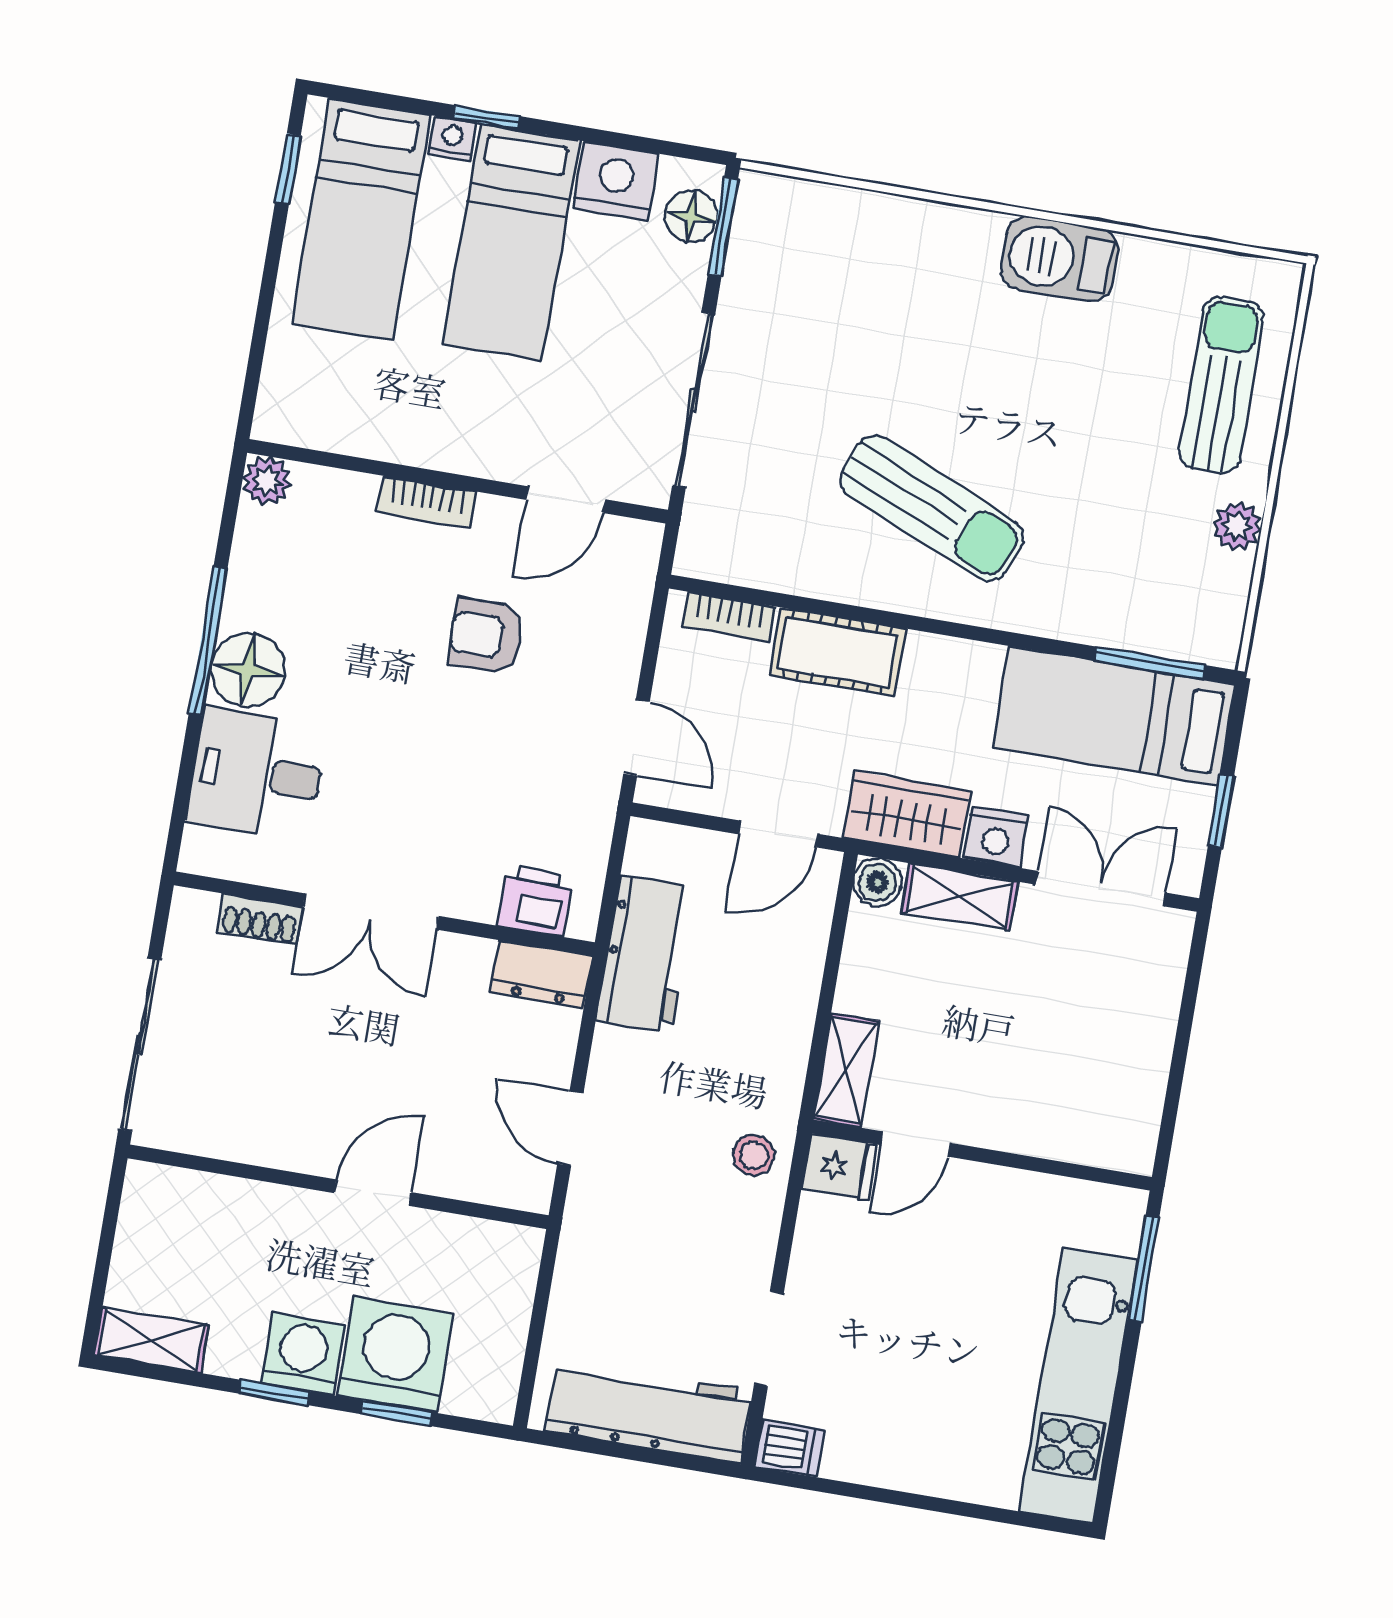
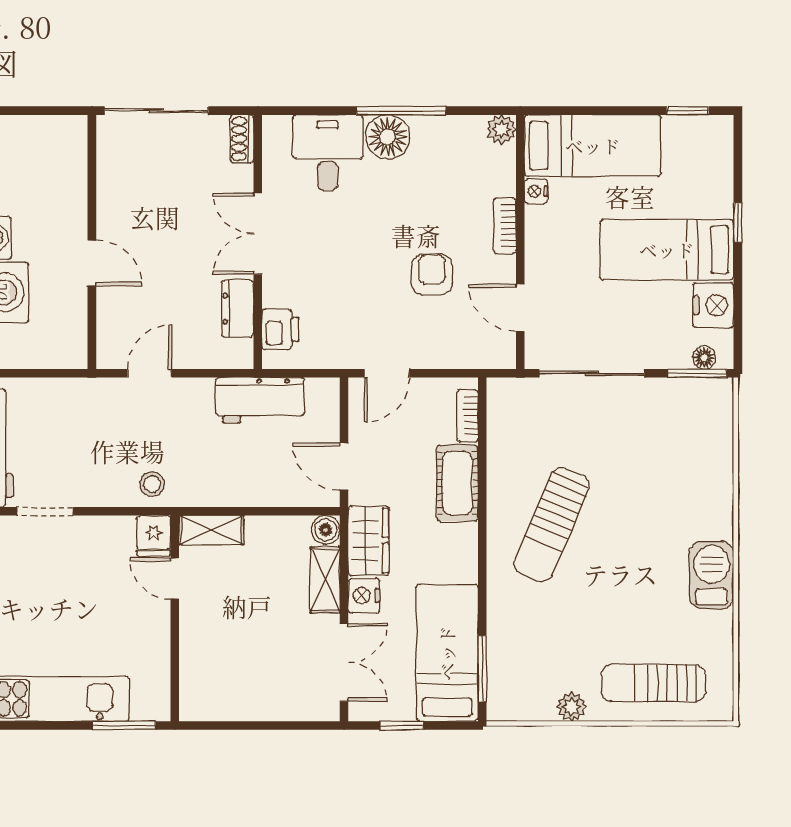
nightstand: (452, 138) -> (536, 191), moved, turned 180
floor lamp: (691, 216) -> (704, 358), width x0.73, depth x0.73
bed: (361, 219) -> (593, 146), moved, turned 180
sun lounger: (1221, 385) -> (653, 683), turned 180
shoe rack: (260, 919) -> (242, 139), moved
dresser: (541, 974) -> (238, 309), moved

